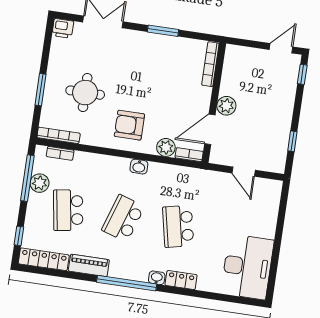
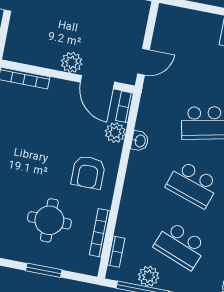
bookcase: (59, 135) -> (100, 233), moved
washbasin: (139, 167) -> (140, 141), moved
door: (244, 172) -> (143, 62), moved
school desk: (68, 210) -> (180, 246), turned 30

